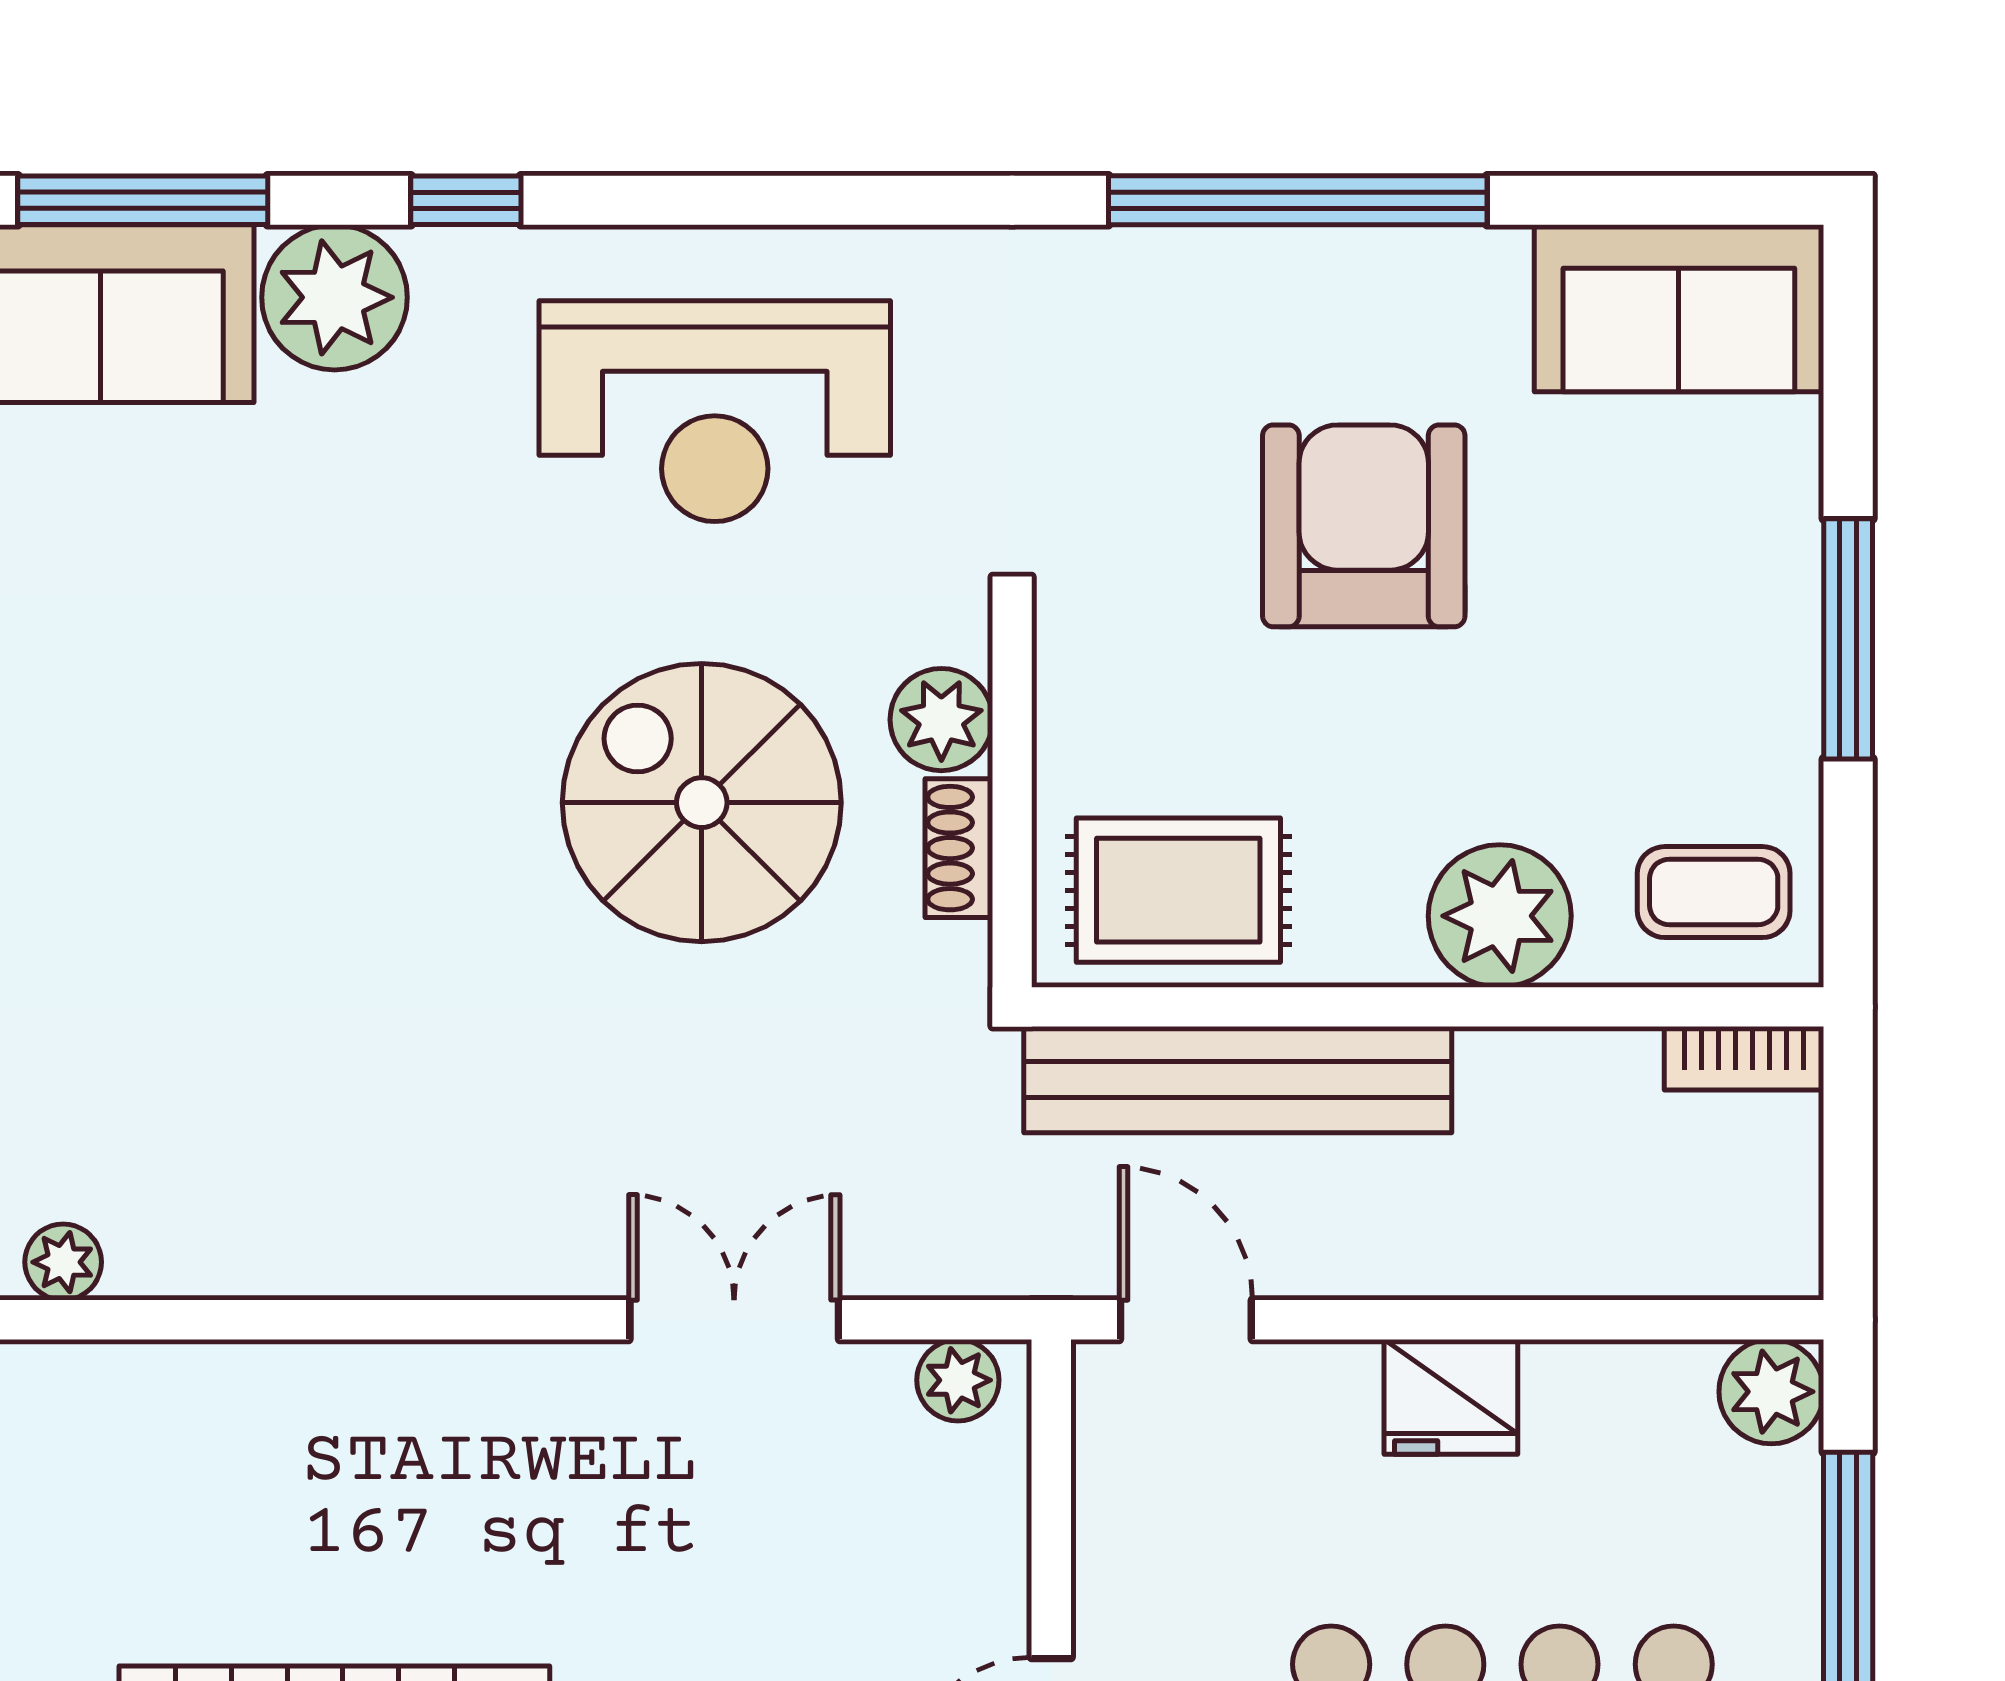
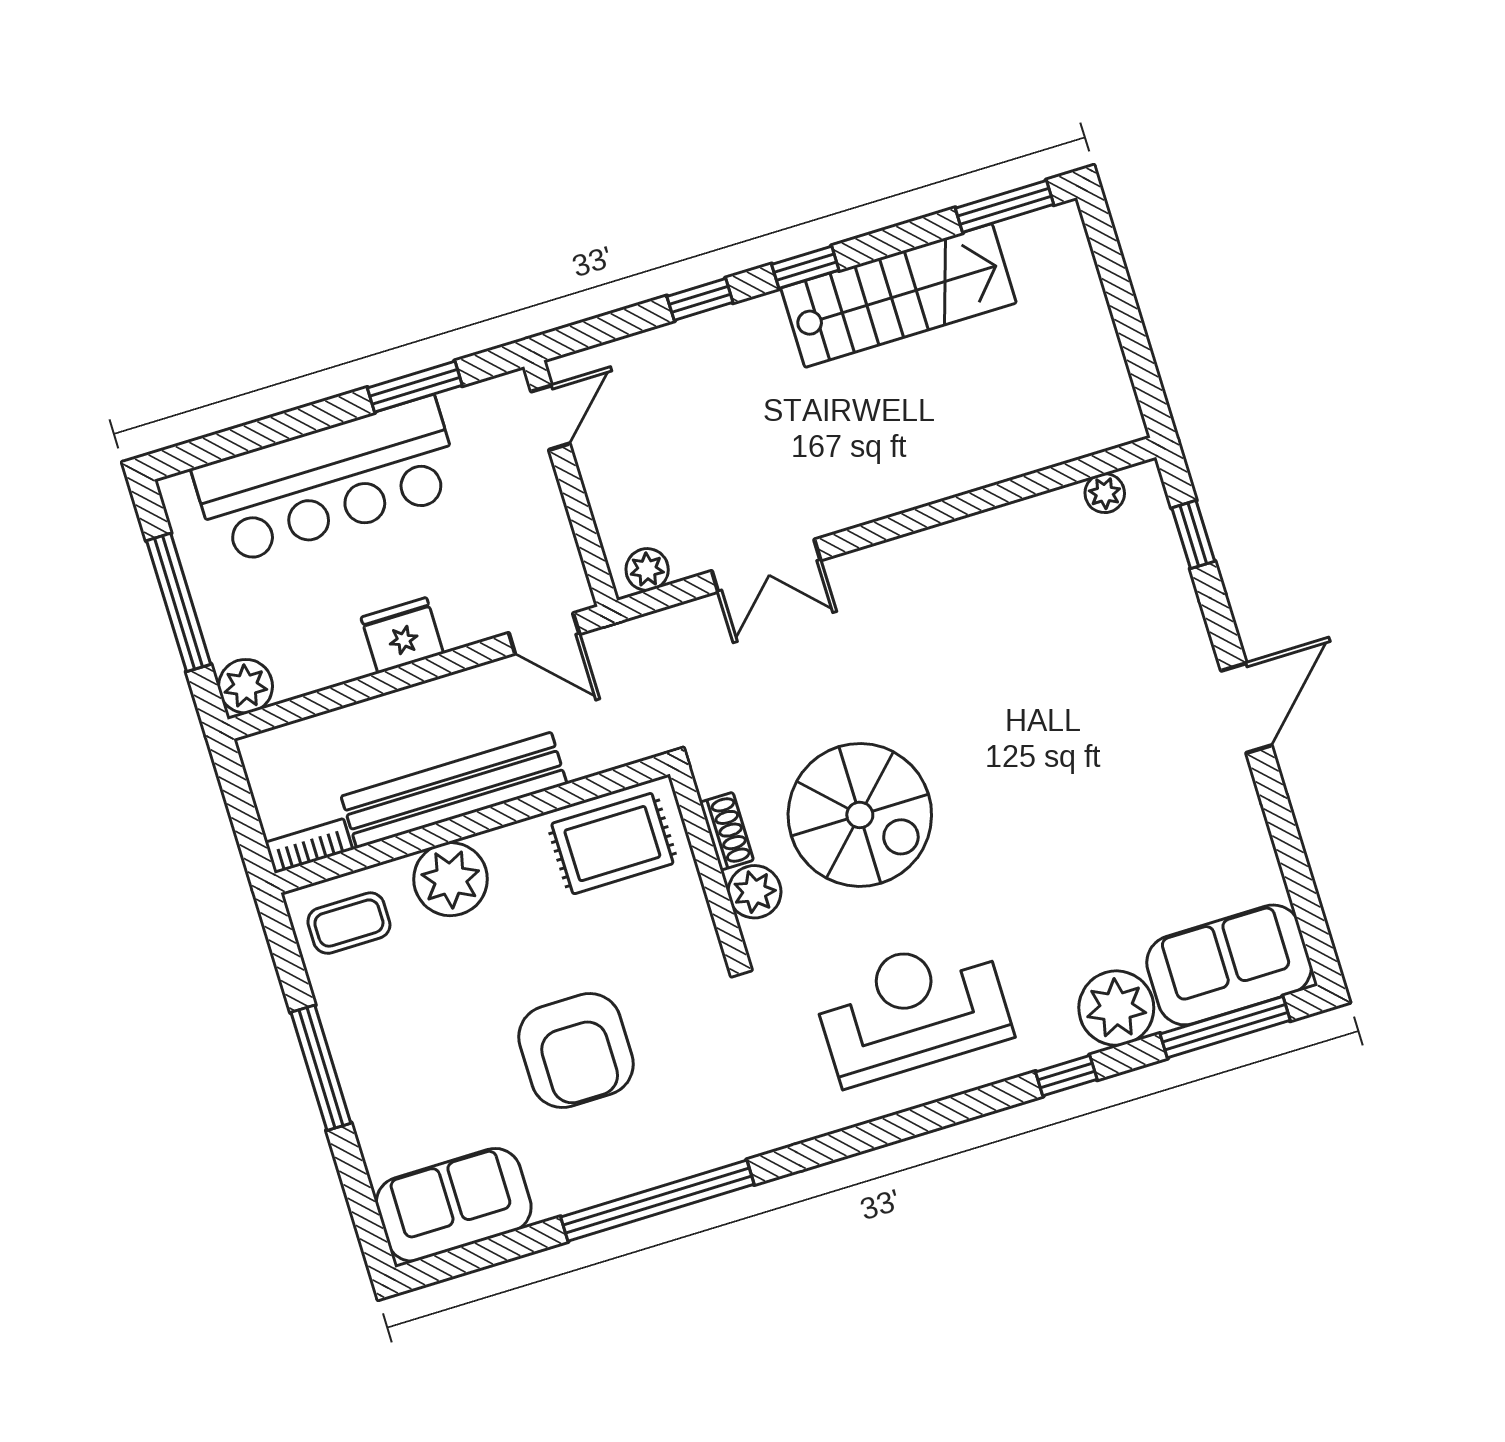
bench: (1238, 1080) -> (454, 790), moved

